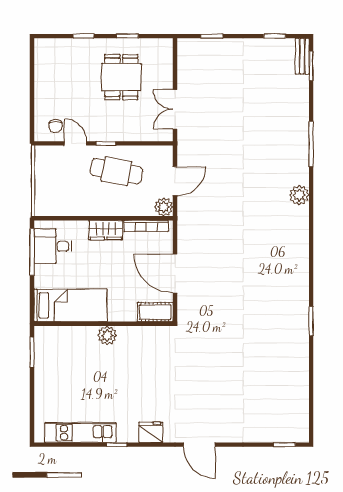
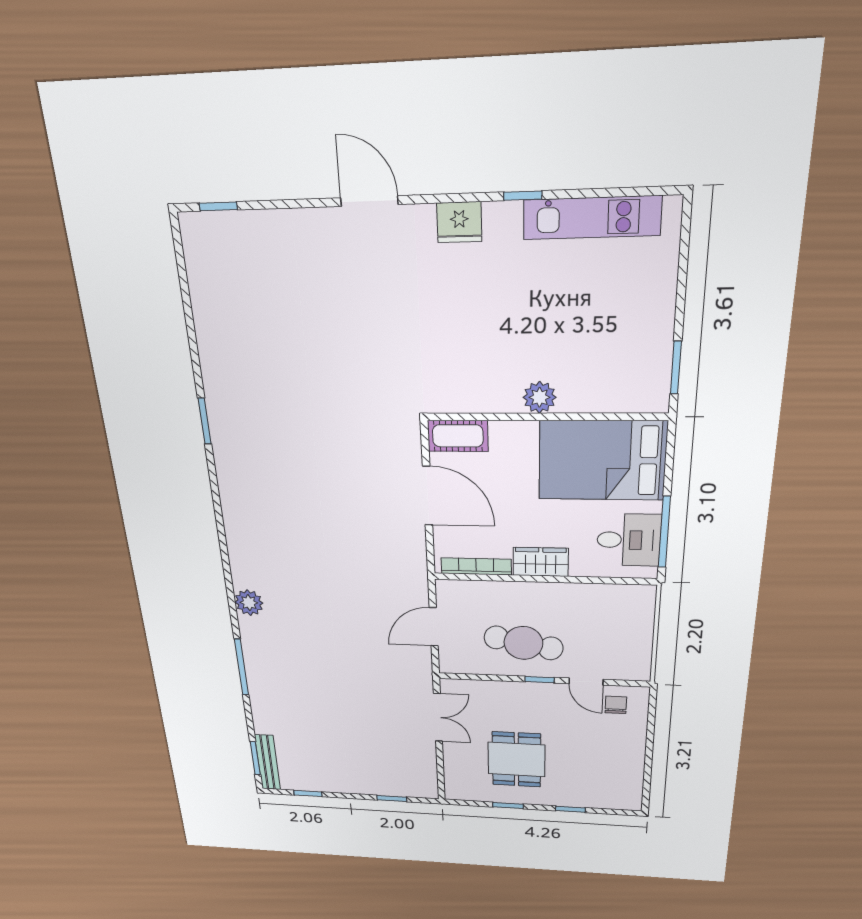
bench: (302, 56) -> (267, 762), width x1.36
plant: (164, 207) -> (449, 592), removed
bed: (70, 305) -> (602, 460), width x1.50

